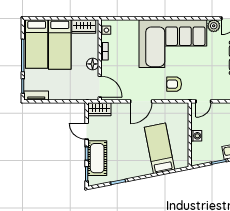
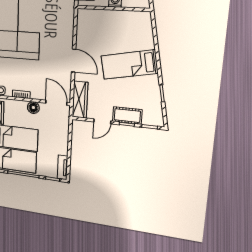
armchair: (174, 84) -> (57, 23), removed
door: (100, 87) -> (56, 103), hinge flipped
wardrobe: (99, 109) -> (80, 100), width x1.50
bed: (159, 148) -> (129, 65), moved
cot: (97, 158) -> (127, 116), width x0.73, depth x0.75

